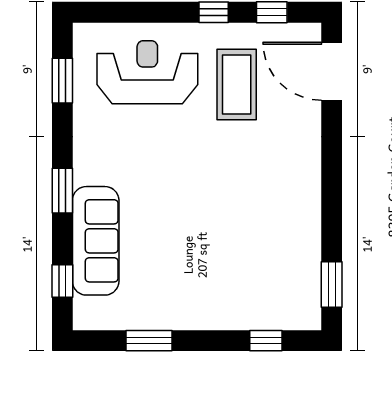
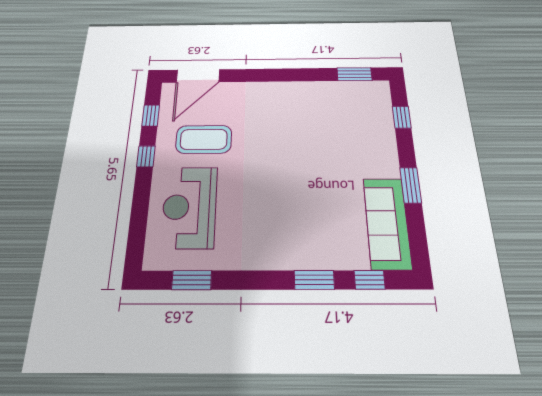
window: (62, 191) -> (314, 280), moved
sofa: (96, 241) -> (387, 223), moved, turned -90
window: (149, 341) -> (411, 185), moved

